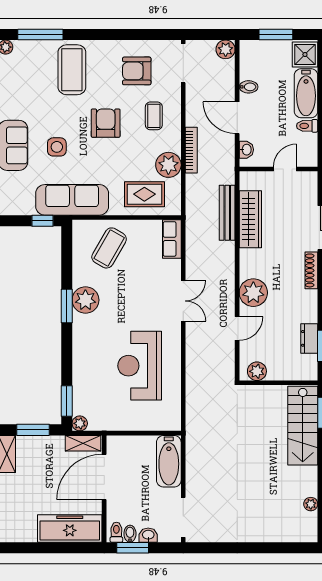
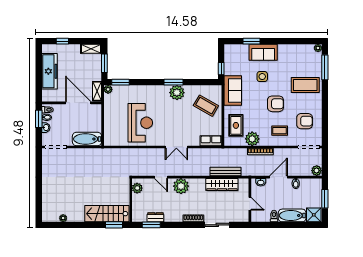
armchair: (137, 71) -> (305, 121), turned 90
sofa: (72, 200) -> (233, 90), width x0.73
reception desk: (140, 366) -> (140, 123), turned 90
freezer: (70, 529) -> (49, 71), moved

